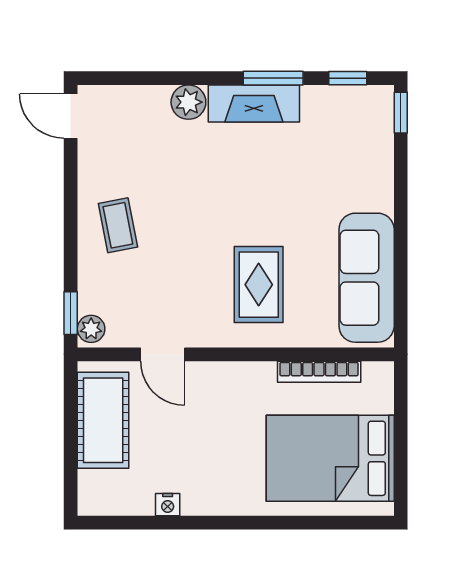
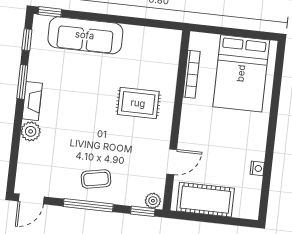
fireplace: (254, 104) -> (32, 101), width x0.73, depth x0.76
window: (71, 217) -> (88, 205), added
sofa: (367, 278) -> (85, 35), moved

